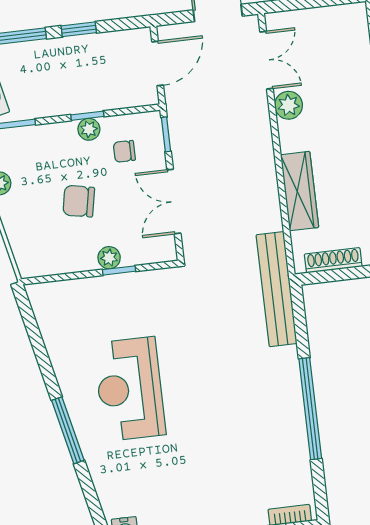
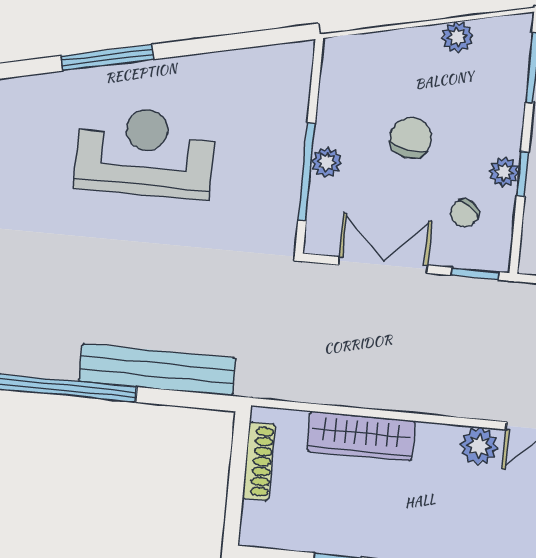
chair: (124, 151) -> (464, 213), turned -143
window: (119, 270) -> (307, 172), width x2.17
bench: (277, 289) -> (157, 370), moved

